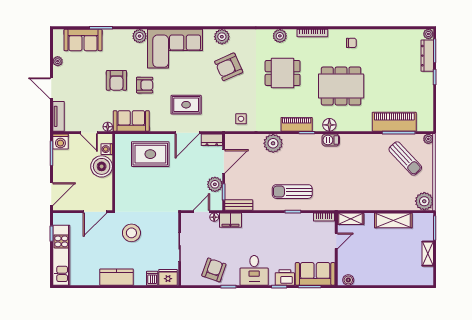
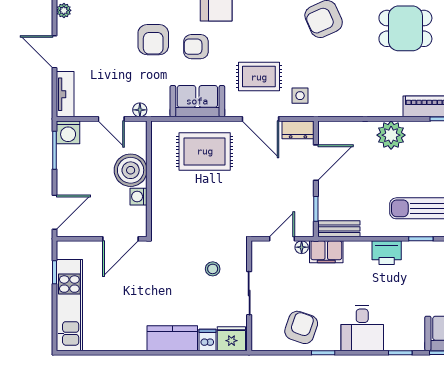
armchair: (145, 85) -> (196, 47), turned 180
side table: (241, 119) -> (300, 96), moved
sofa: (131, 121) -> (197, 101), moved
door: (187, 133) -> (261, 119), hinge flipped
washing machine: (107, 149) -> (138, 197), moved
plant: (215, 184) -> (303, 197), removed
stool: (131, 233) -> (213, 269), moved, width x0.53, depth x0.53
kitchen counter: (117, 277) -> (172, 338), moved
printer: (285, 277) -> (387, 253), moved, turned 180

